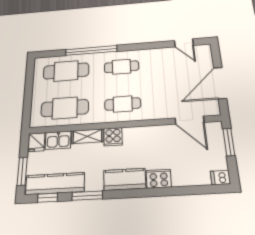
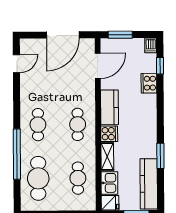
door: (220, 83) -> (63, 35), hinge flipped
cafe table: (65, 108) -> (78, 178), width x0.73, depth x0.74
kitchen counter: (125, 179) -> (109, 107), moved, turned 180
cooker: (159, 179) -> (149, 83), moved
window: (48, 198) -> (160, 66), moved

